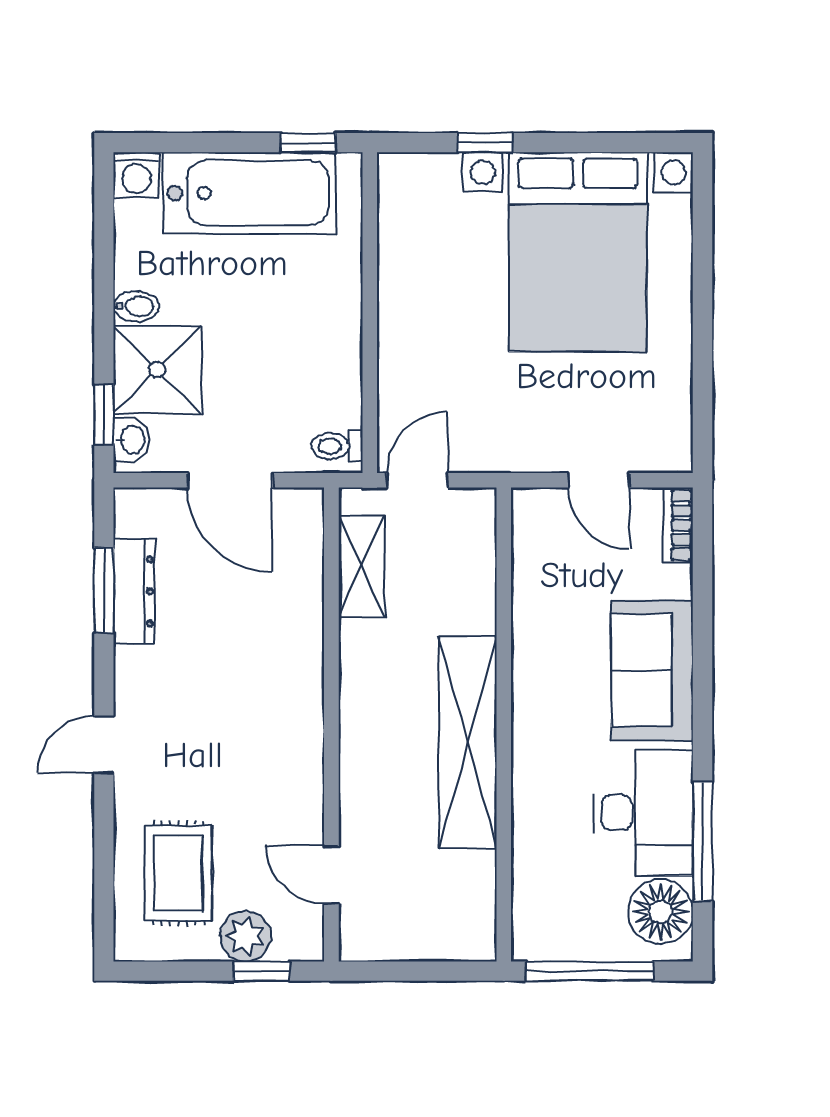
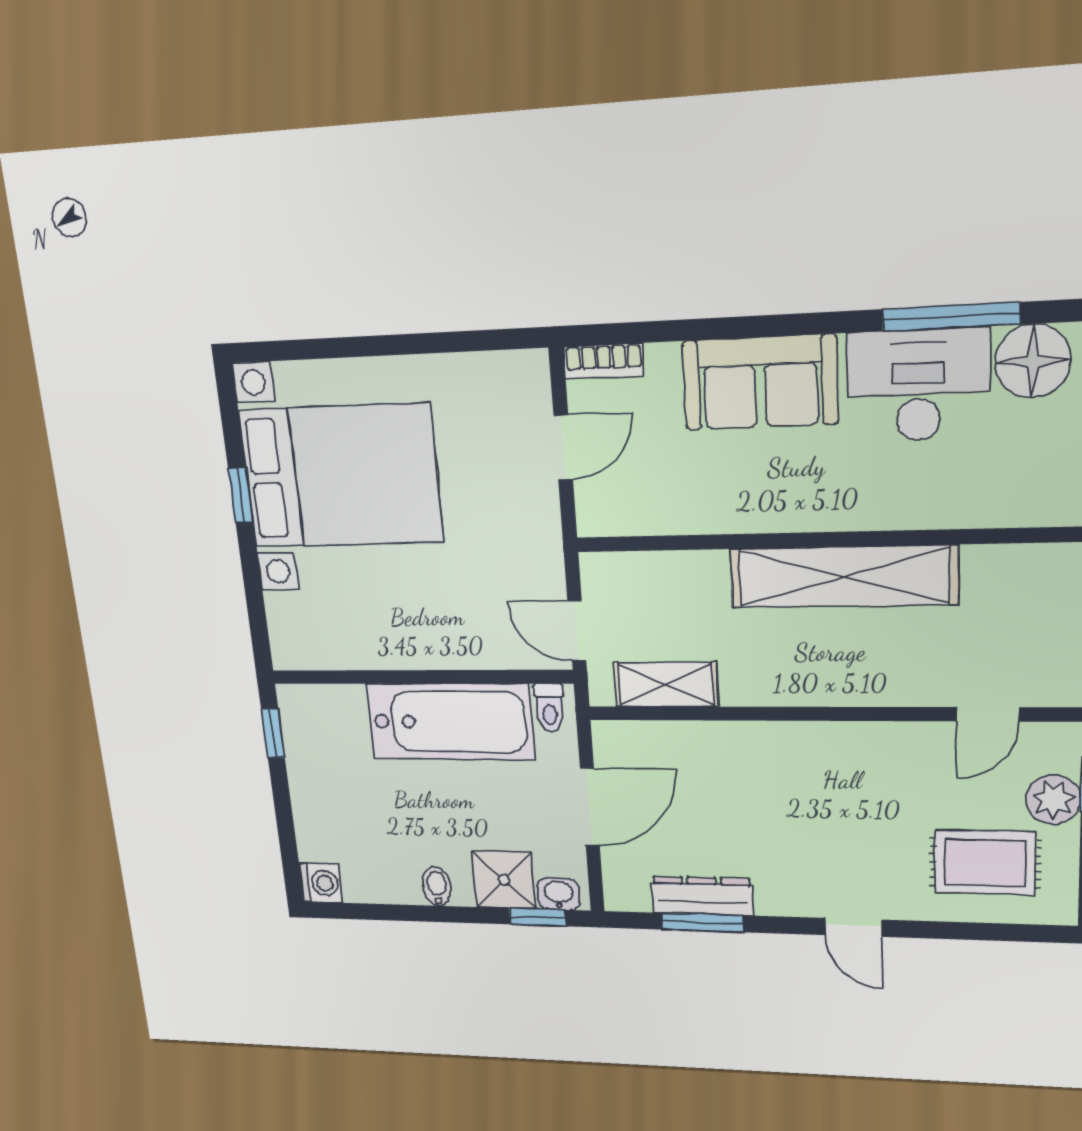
window: (485, 143) -> (241, 495), moved
bathtub: (249, 193) -> (450, 722), moved, turned 90
shower: (157, 370) -> (504, 880), width x0.73, depth x0.73

